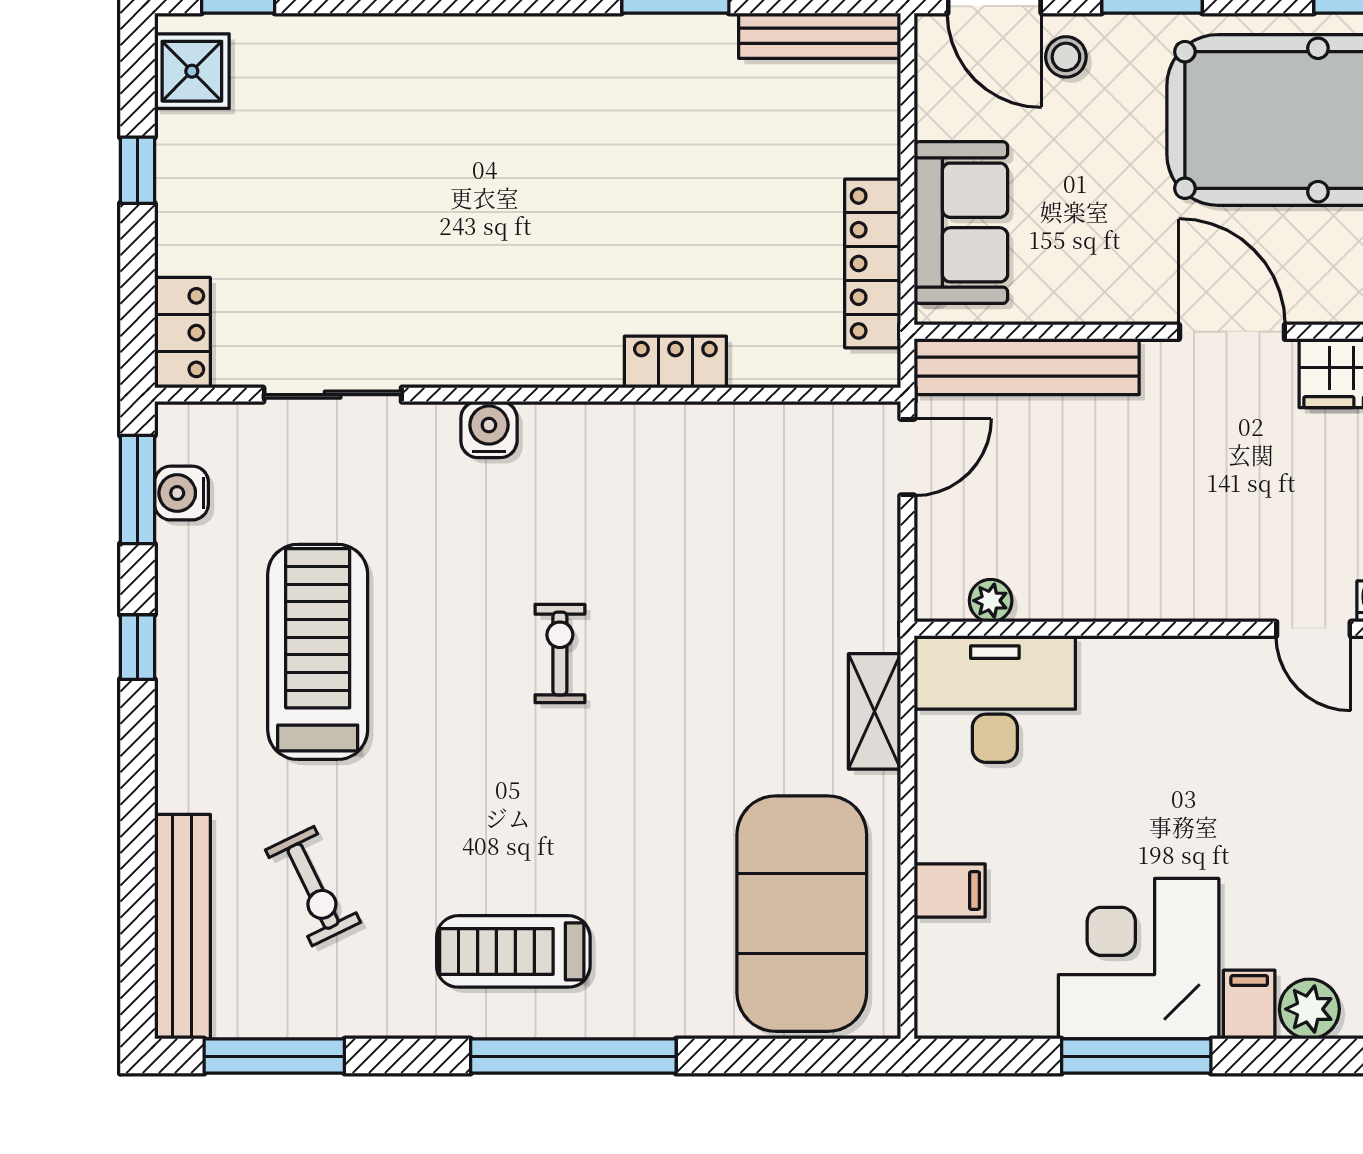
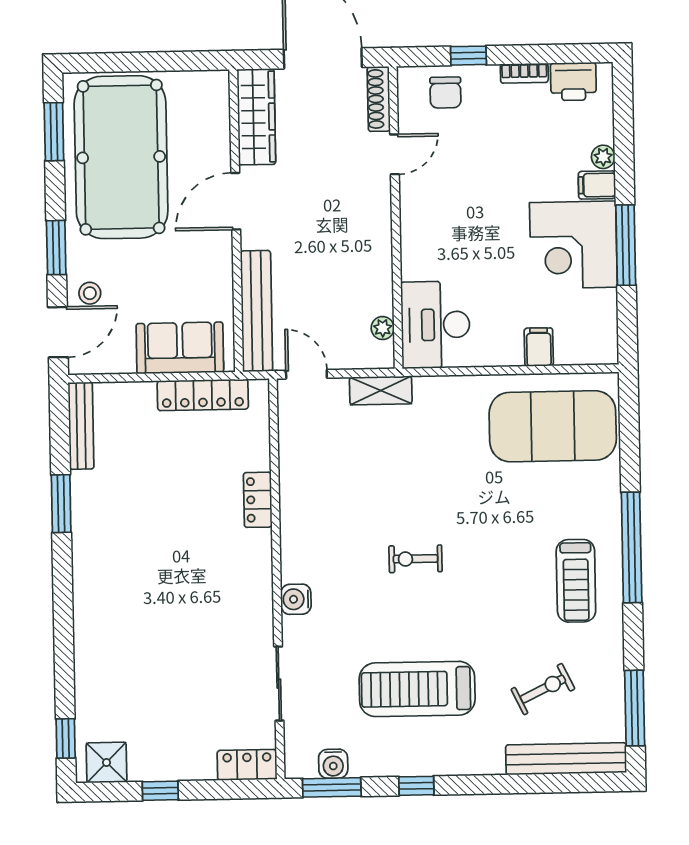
shelving: (875, 711) -> (381, 390), moved
plant: (1309, 1009) -> (603, 157), width x0.73, depth x0.73

